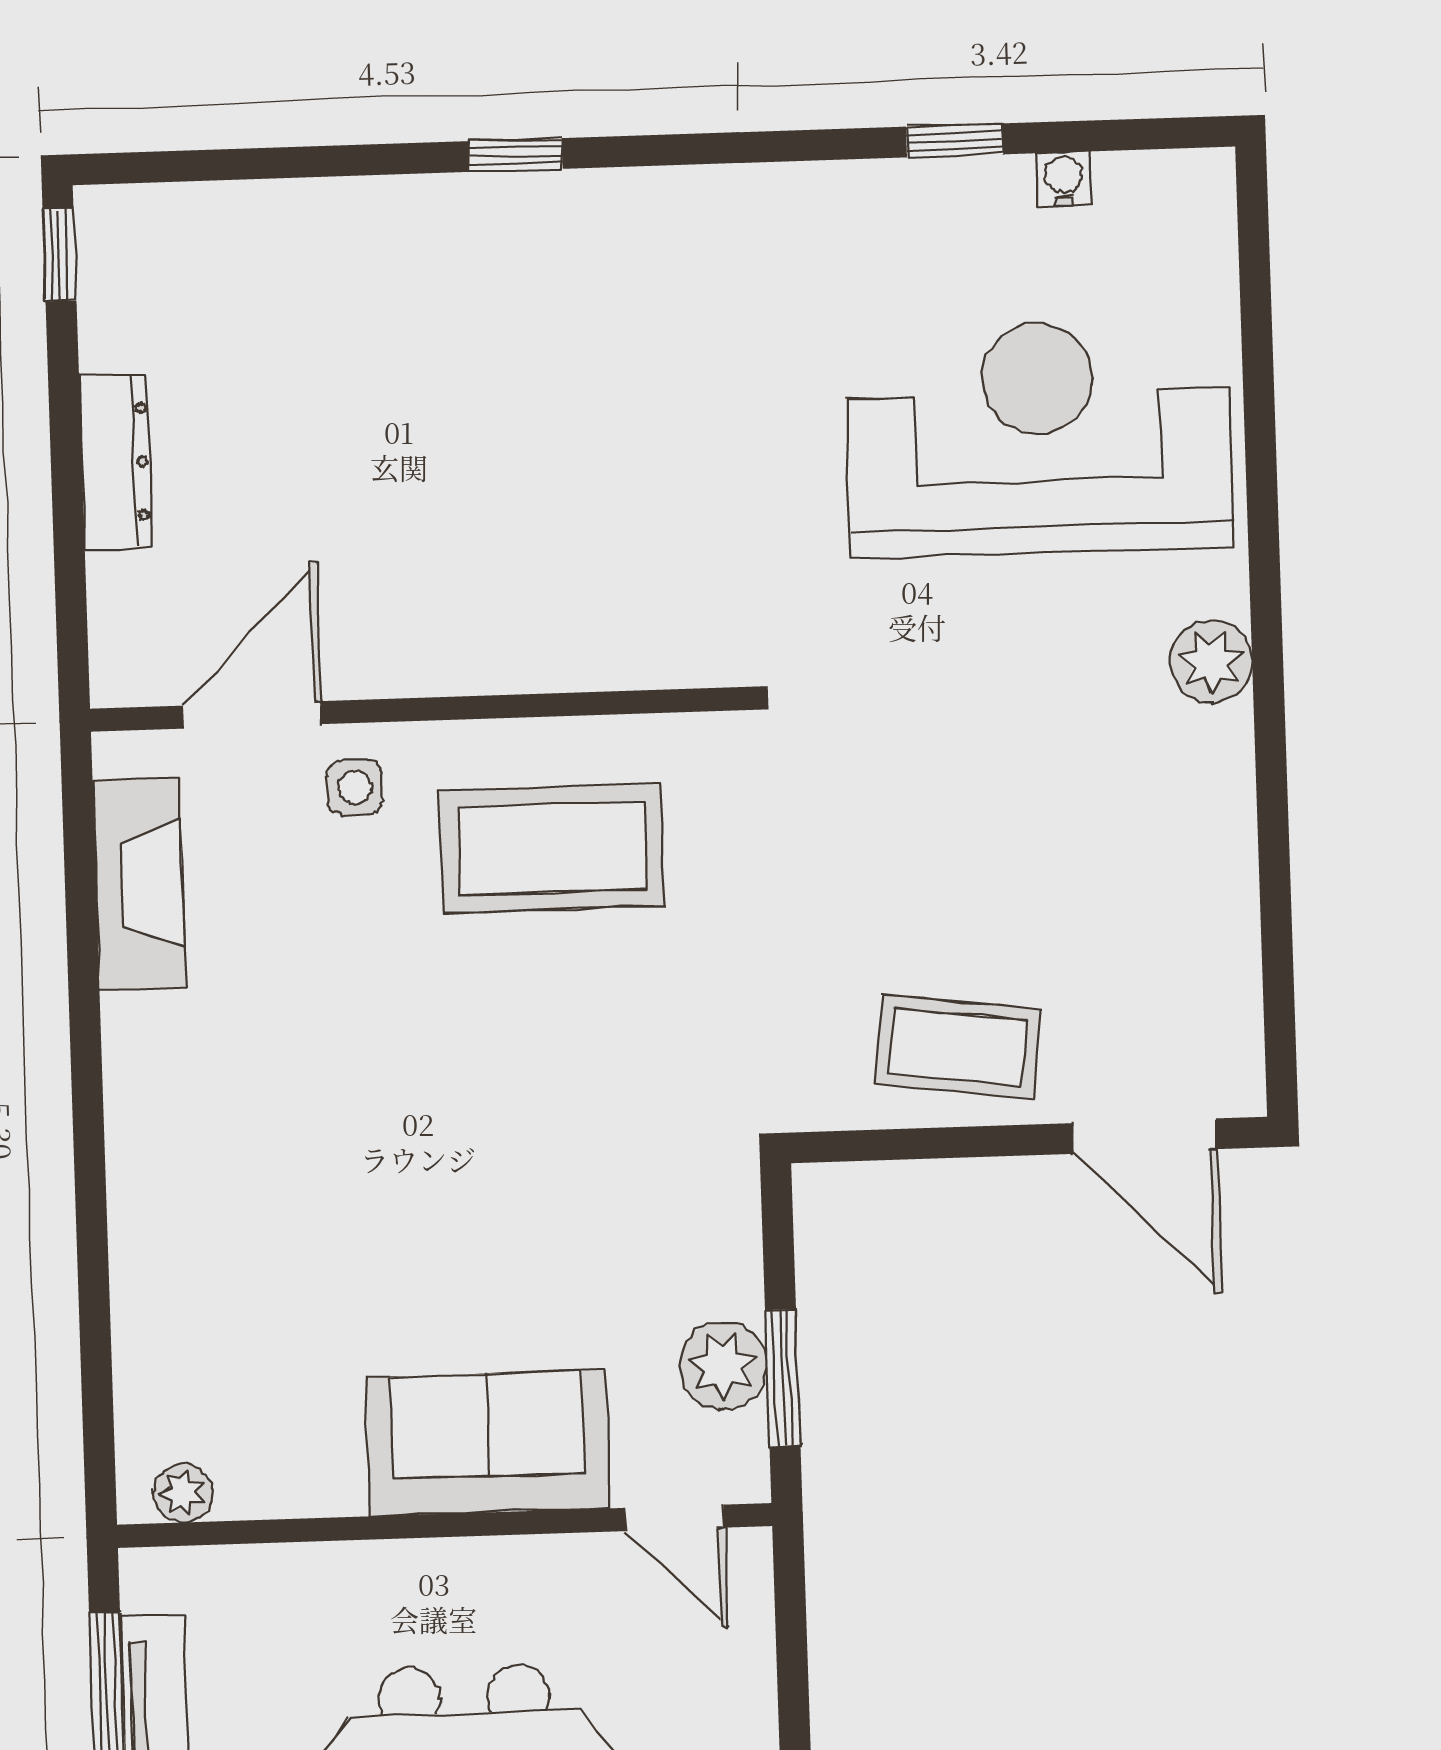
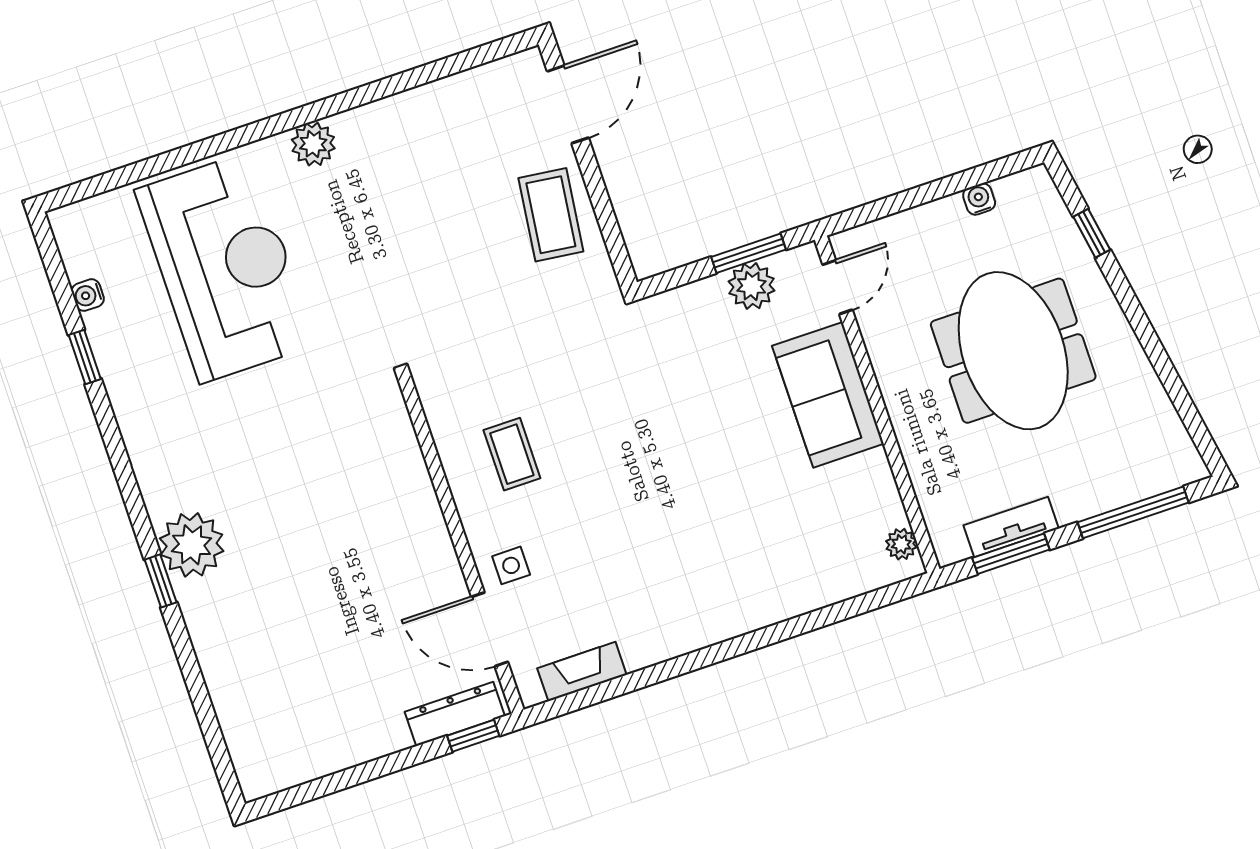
plant: (563, 230) -> (192, 545), added
window: (60, 255) -> (473, 736), moved
reception desk: (1039, 439) -> (225, 267), turned 180
dresser: (116, 462) -> (455, 714), moved
coffee table: (552, 849) -> (512, 454), width x0.54, depth x0.58
fireplace: (139, 884) -> (582, 672), width x0.73, depth x0.76

